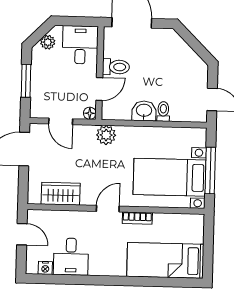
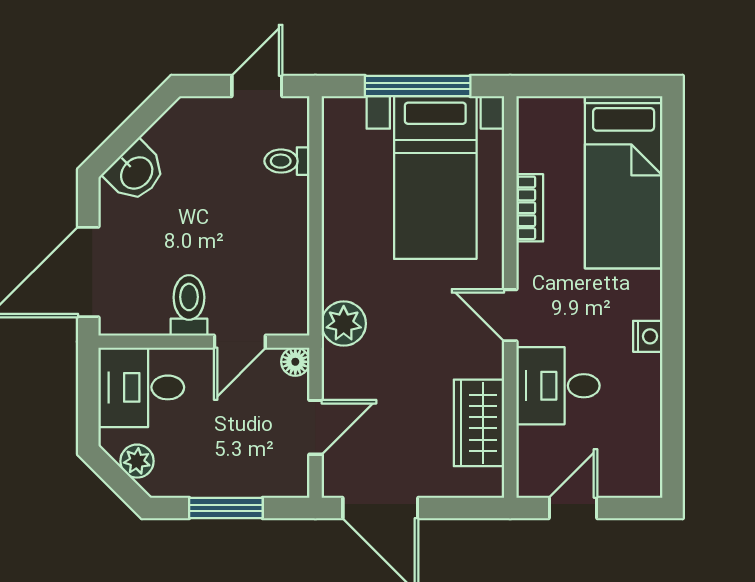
door: (99, 89) -> (240, 342), swing flipped
washbasin: (144, 111) -> (136, 172), moved, turned -135
toilet: (163, 111) -> (287, 161), moved
bookcase: (137, 218) -> (530, 208), moved
desk: (71, 257) -> (558, 386), moved, turned 180
nightstand: (45, 268) -> (648, 336), moved

